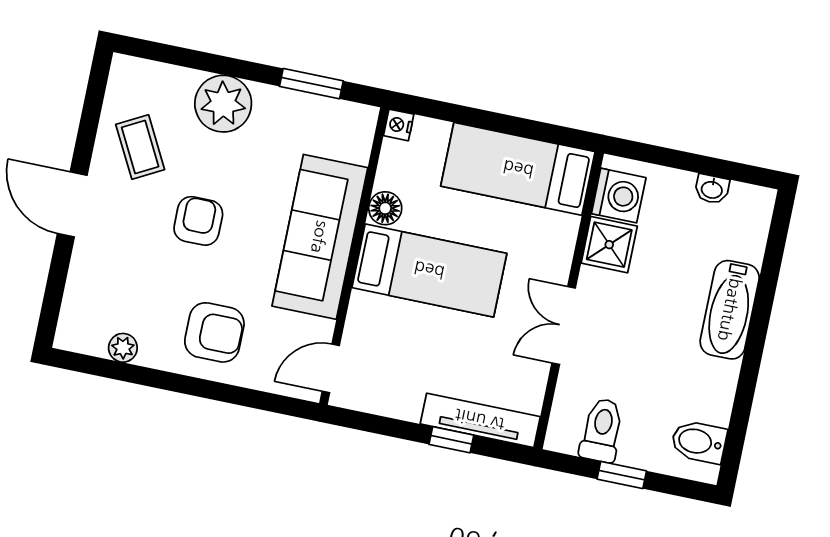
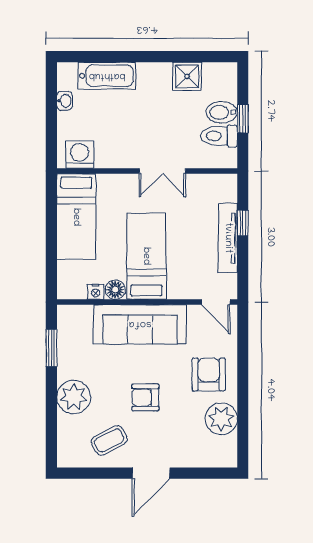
nightstand: (399, 125) -> (96, 292), moved
shower: (609, 245) -> (187, 76), moved
bathtub: (730, 310) -> (107, 76), moved
plant: (123, 348) -> (221, 419), width x1.87, depth x1.87
tv unit: (480, 420) -> (228, 238), moved
bidet: (699, 442) -> (222, 112), moved, turned 90

